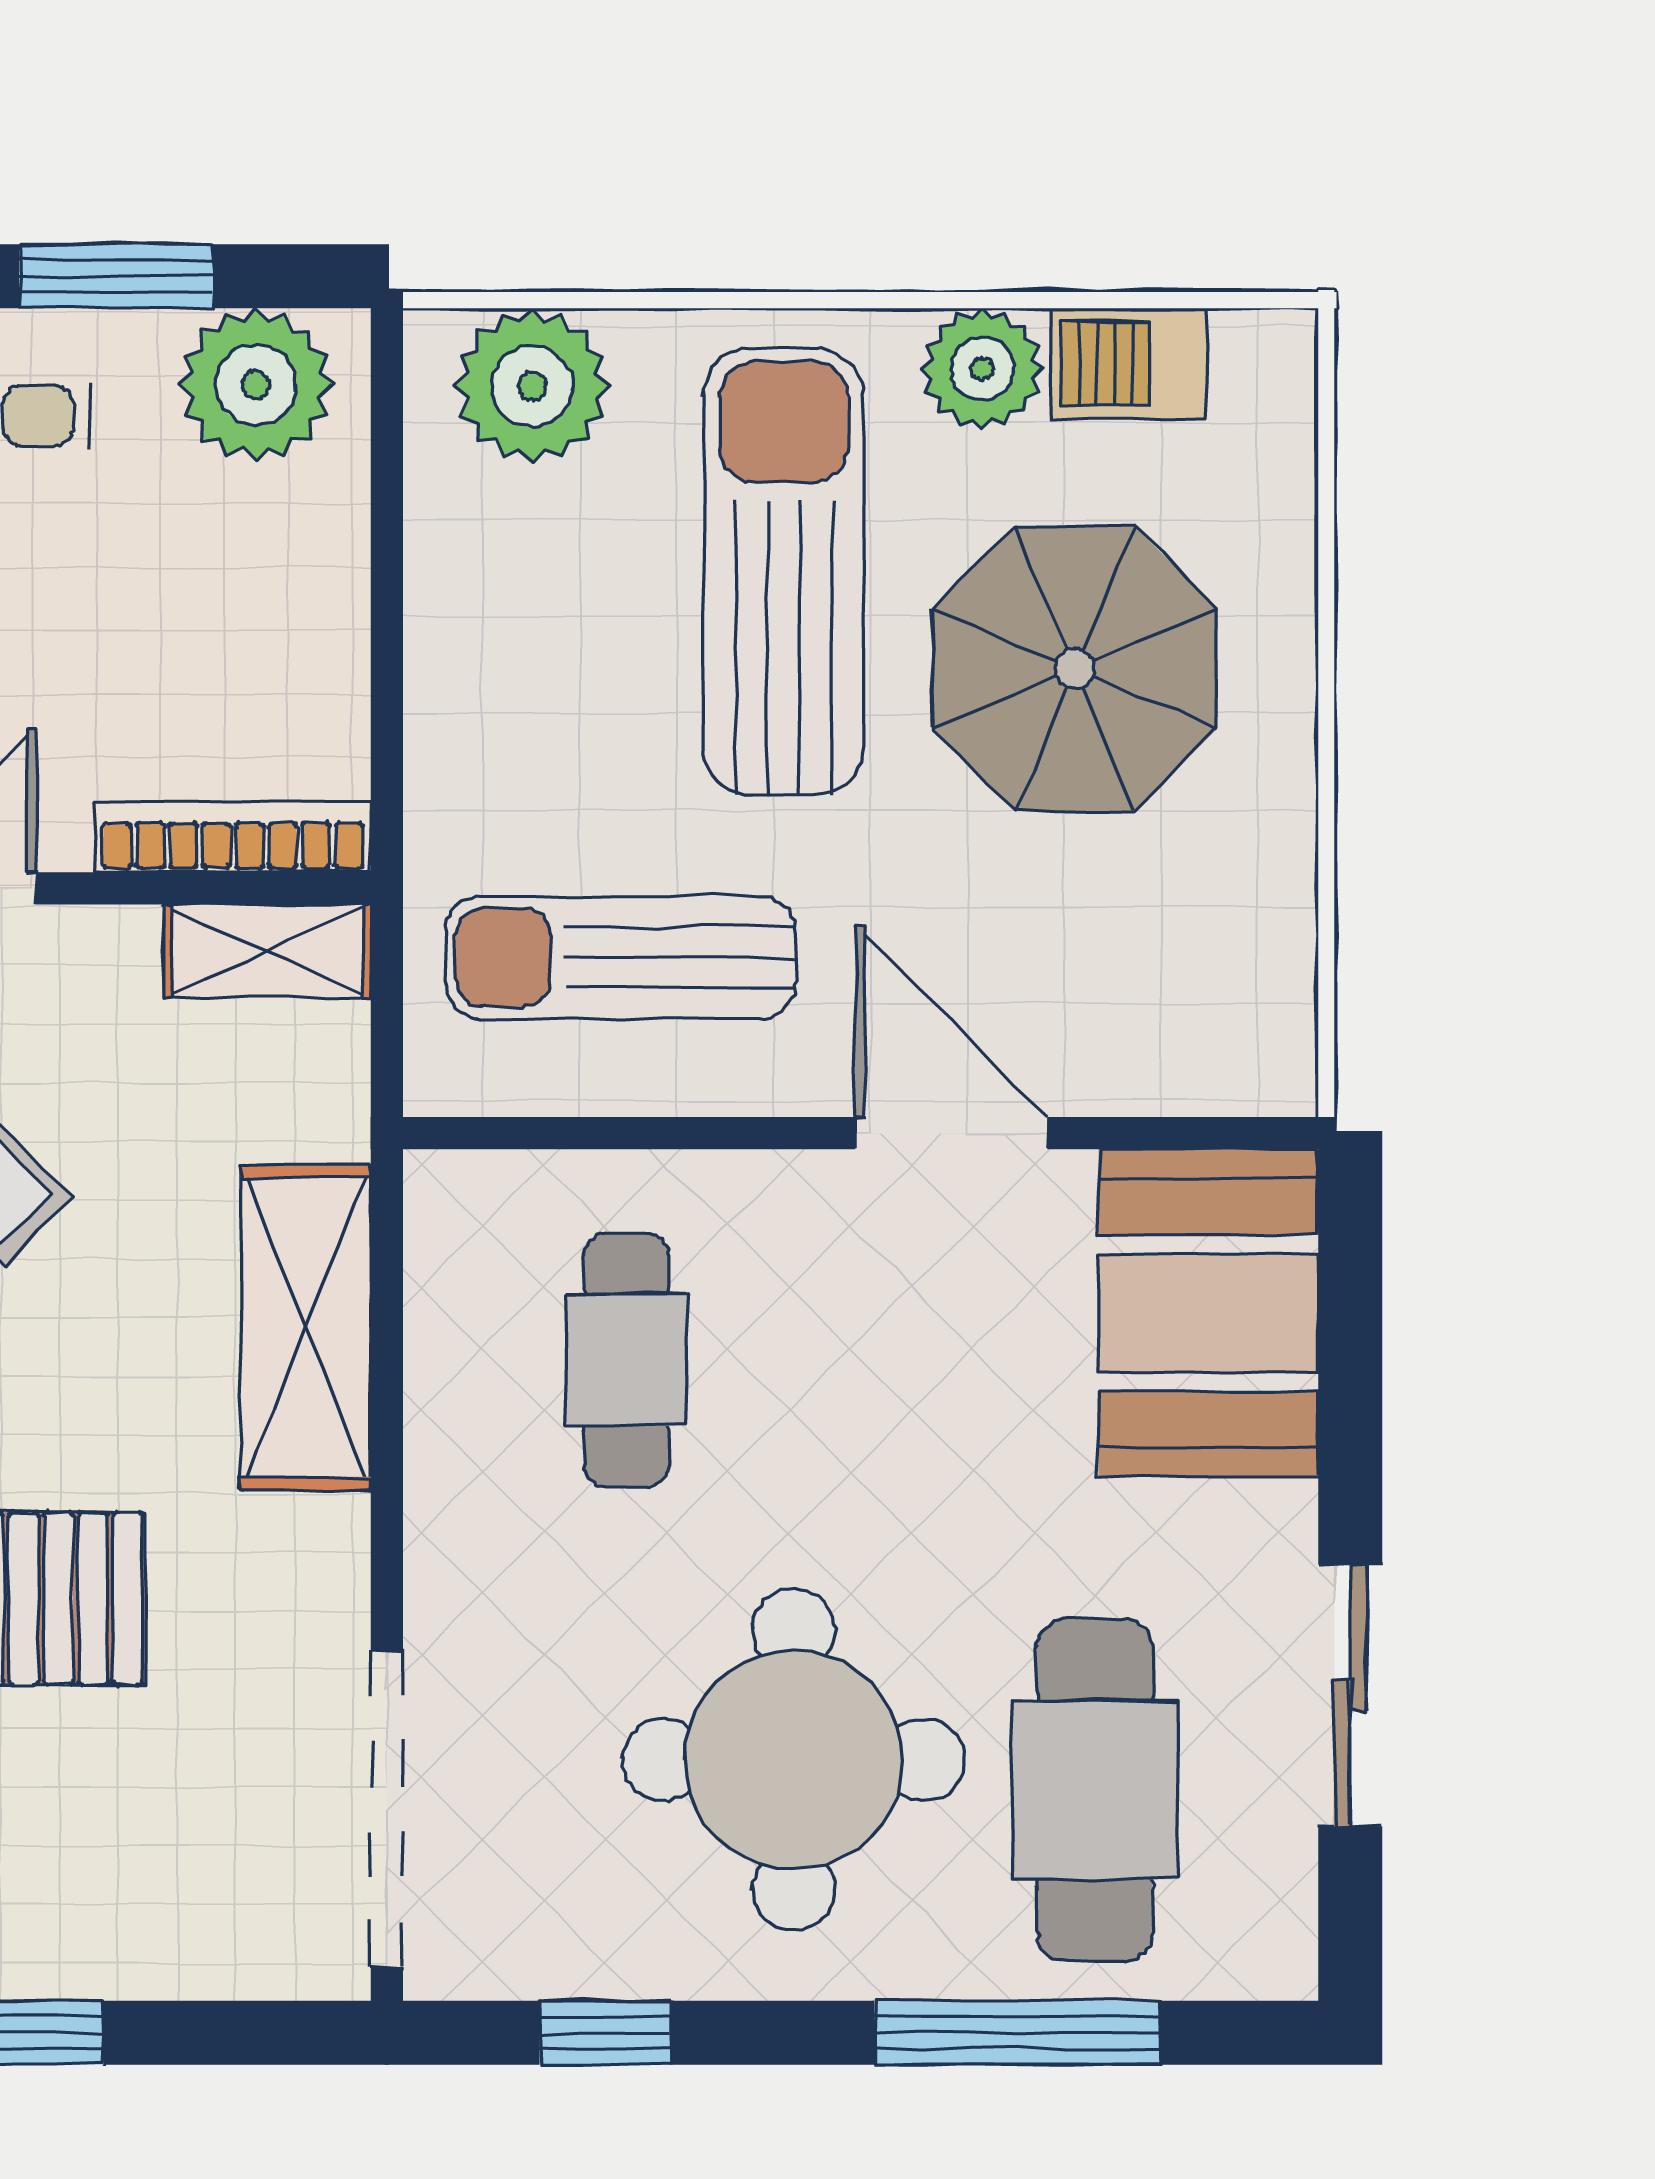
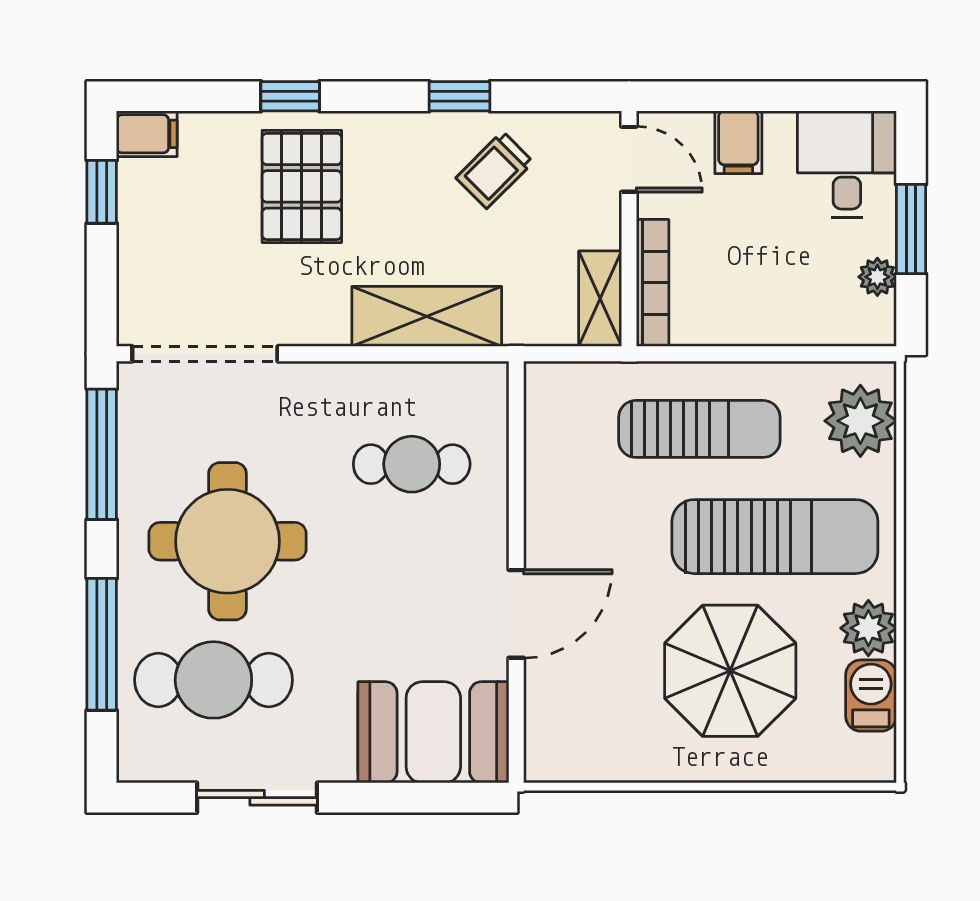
plant: (256, 385) -> (877, 277), width x0.53, depth x0.53
sun lounger: (621, 957) -> (699, 429), moved, turned 90
window: (605, 2033) -> (102, 454), width x2.17

